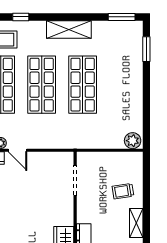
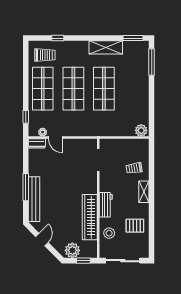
shelving: (69, 29) -> (106, 47), moved
window: (146, 49) -> (152, 62), width x1.44

